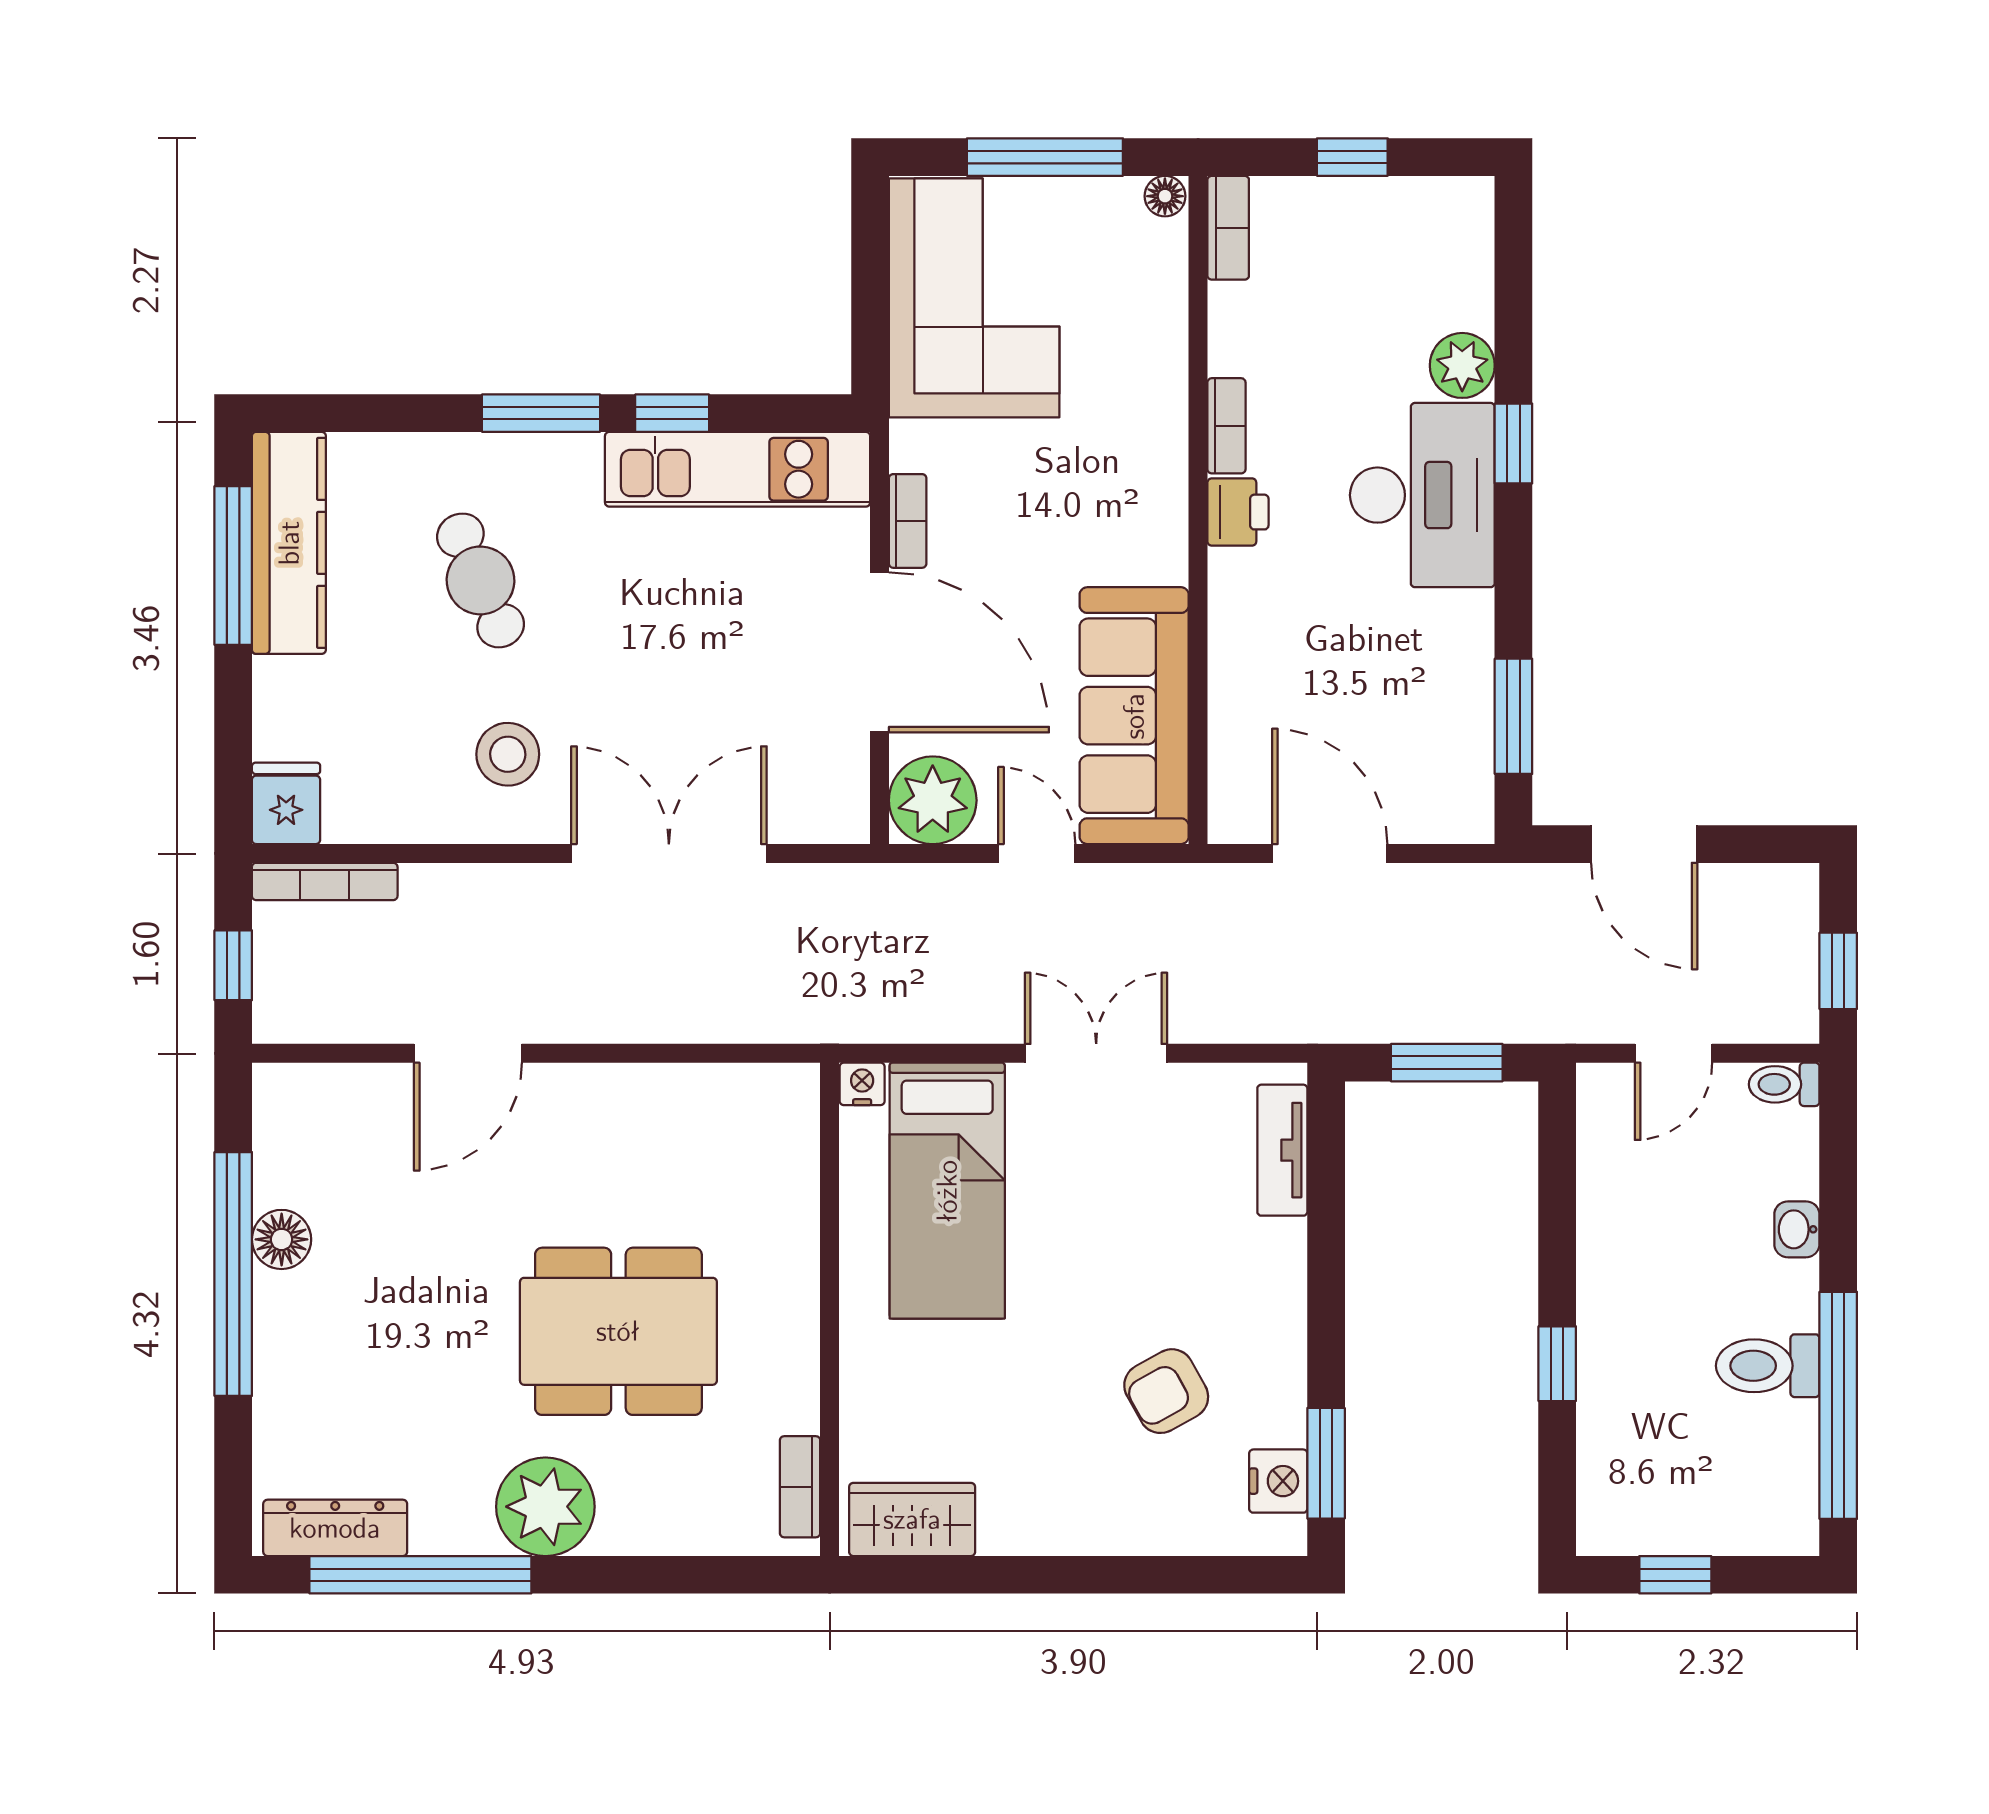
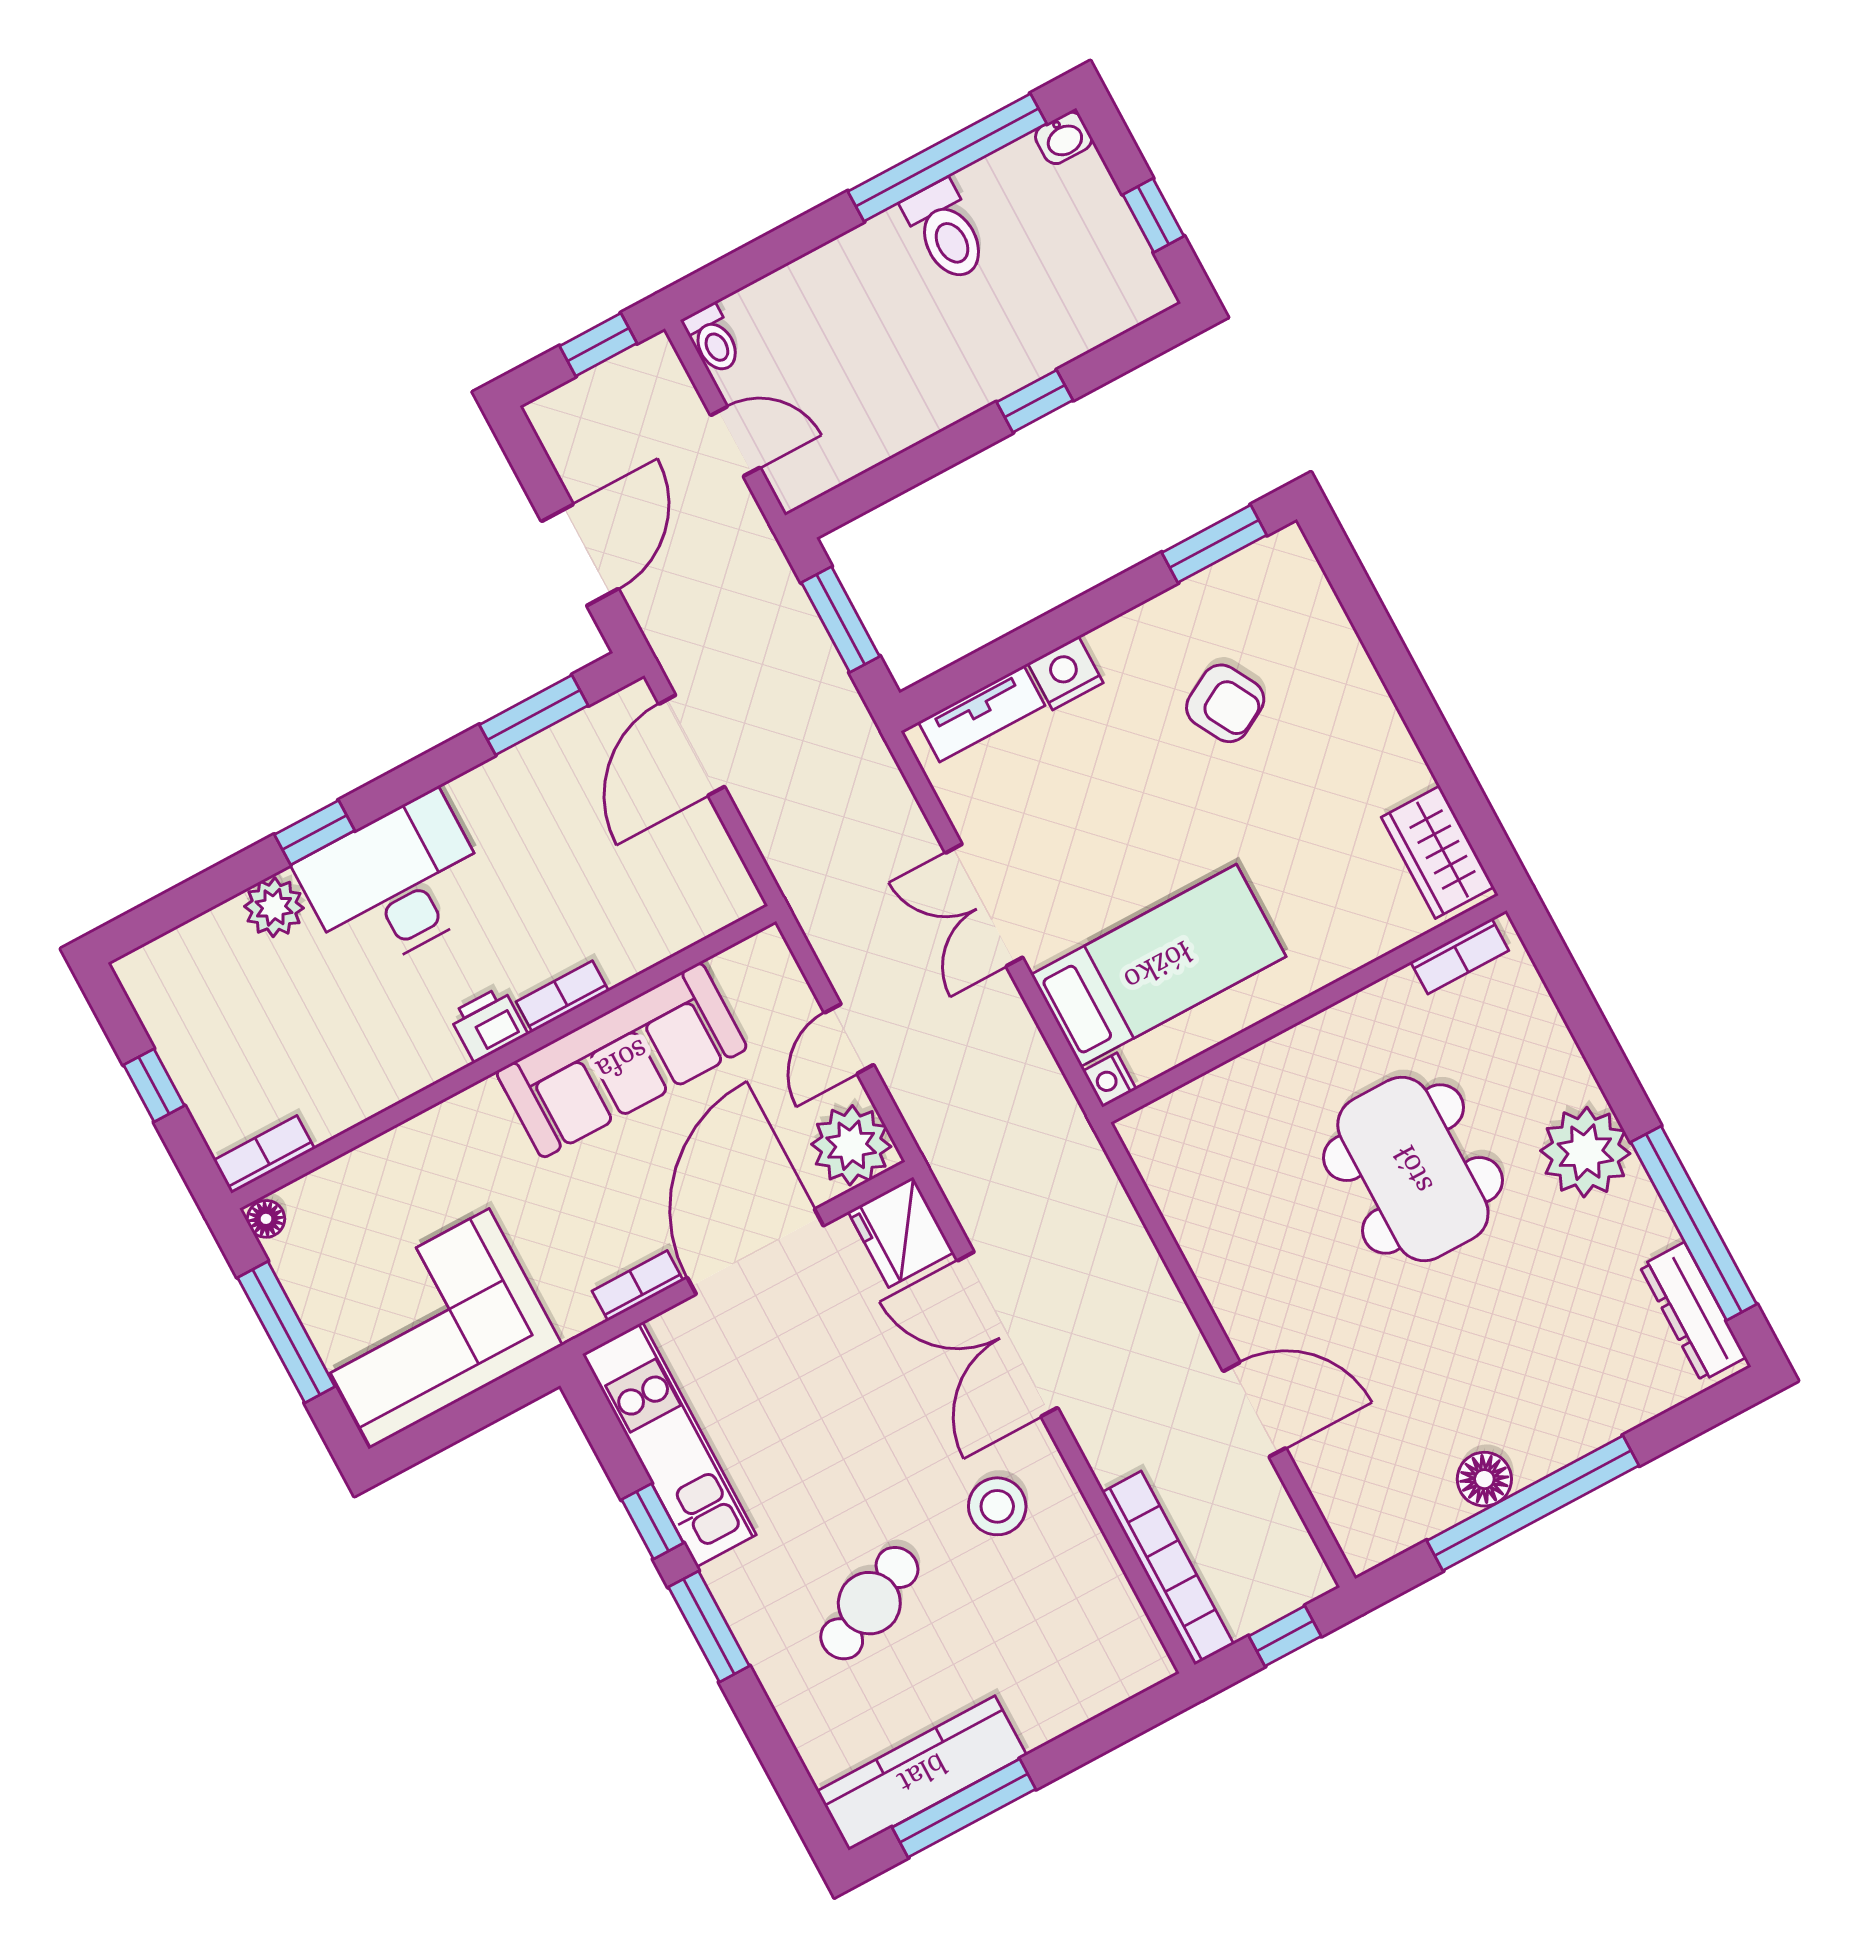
bookcase: (1226, 426) -> (562, 996), moved
sofa: (1134, 716) -> (622, 1060), moved
fridge: (286, 803) -> (901, 1232), moved, width x1.38
door: (1330, 853) -> (692, 745), moved
bookcase: (325, 881) -> (1168, 1568), width x1.48, depth x1.31
washbasin: (1797, 1229) -> (1064, 138), moved
nightstand: (1278, 1481) -> (1065, 673), moved

